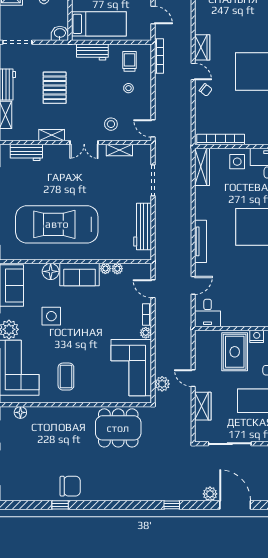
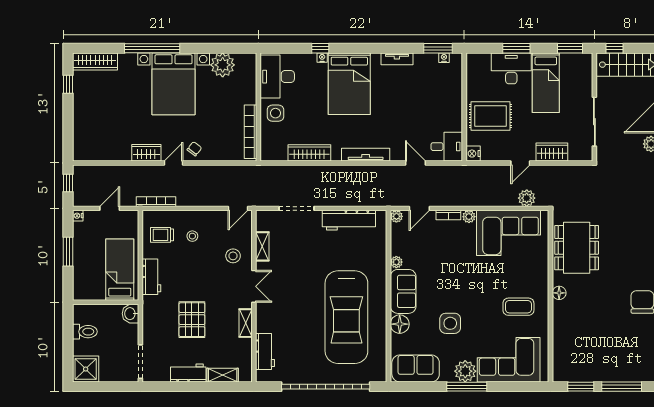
pallet: (55, 88) -> (192, 320), turned 90
wardrobe: (202, 167) -> (309, 153), moved
plant: (117, 269) -> (396, 216), moved
nightstand: (257, 336) -> (473, 154), moved
floor lamp: (20, 412) -> (559, 293), moved

